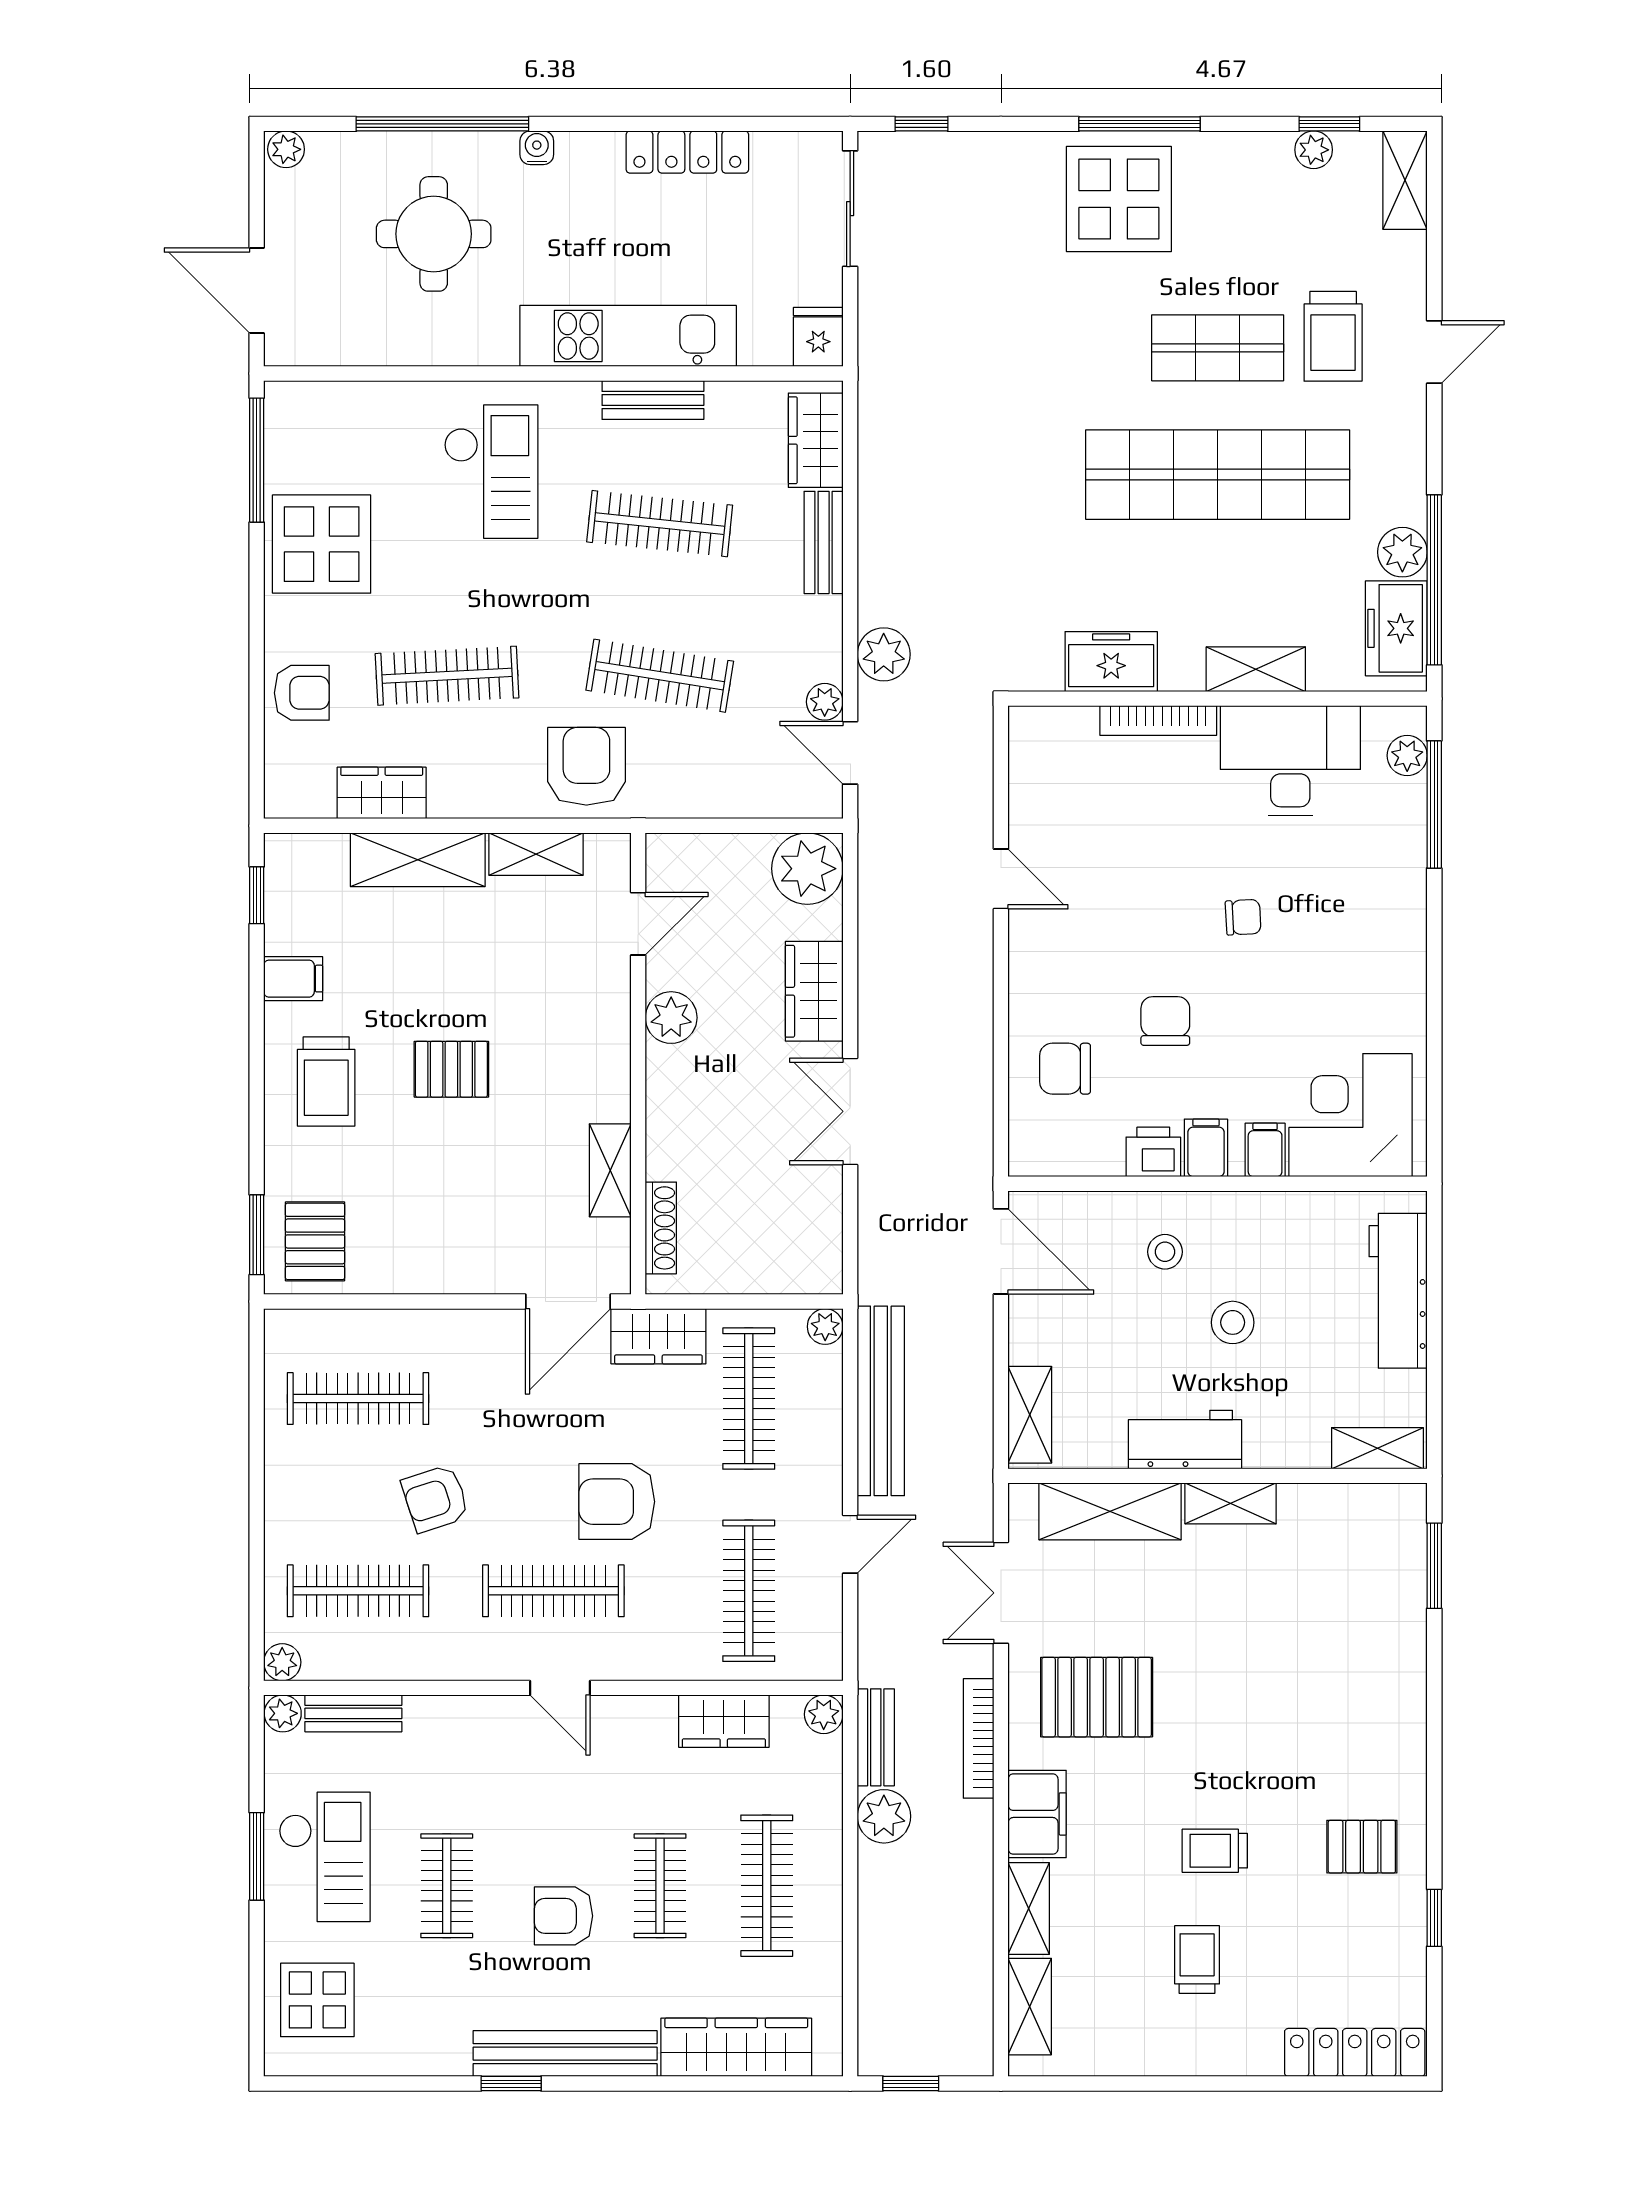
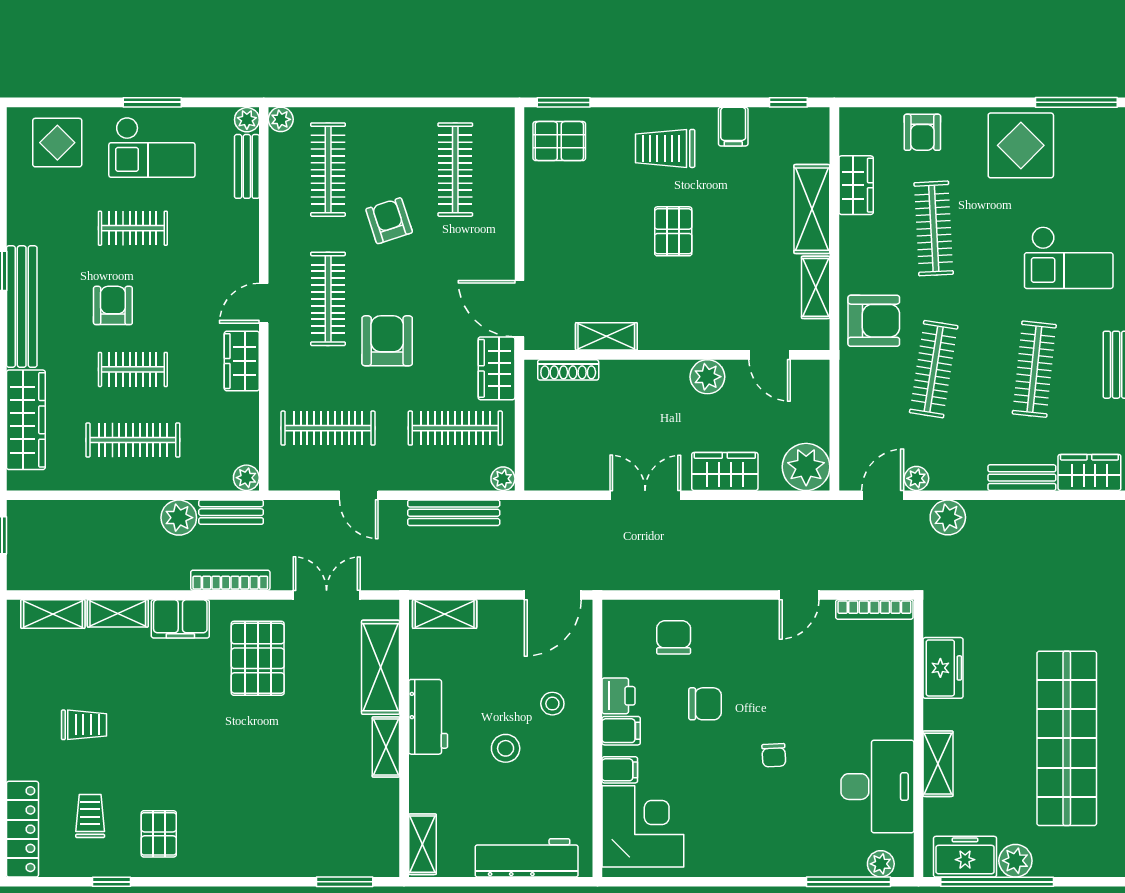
bookcase: (1158, 721) -> (874, 610), moved, turned -90
bench: (881, 1401) -> (454, 513), width x0.73, depth x0.82
wardrobe: (724, 1721) -> (242, 361), moved
trolley: (1215, 1851) -> (90, 816), moved

